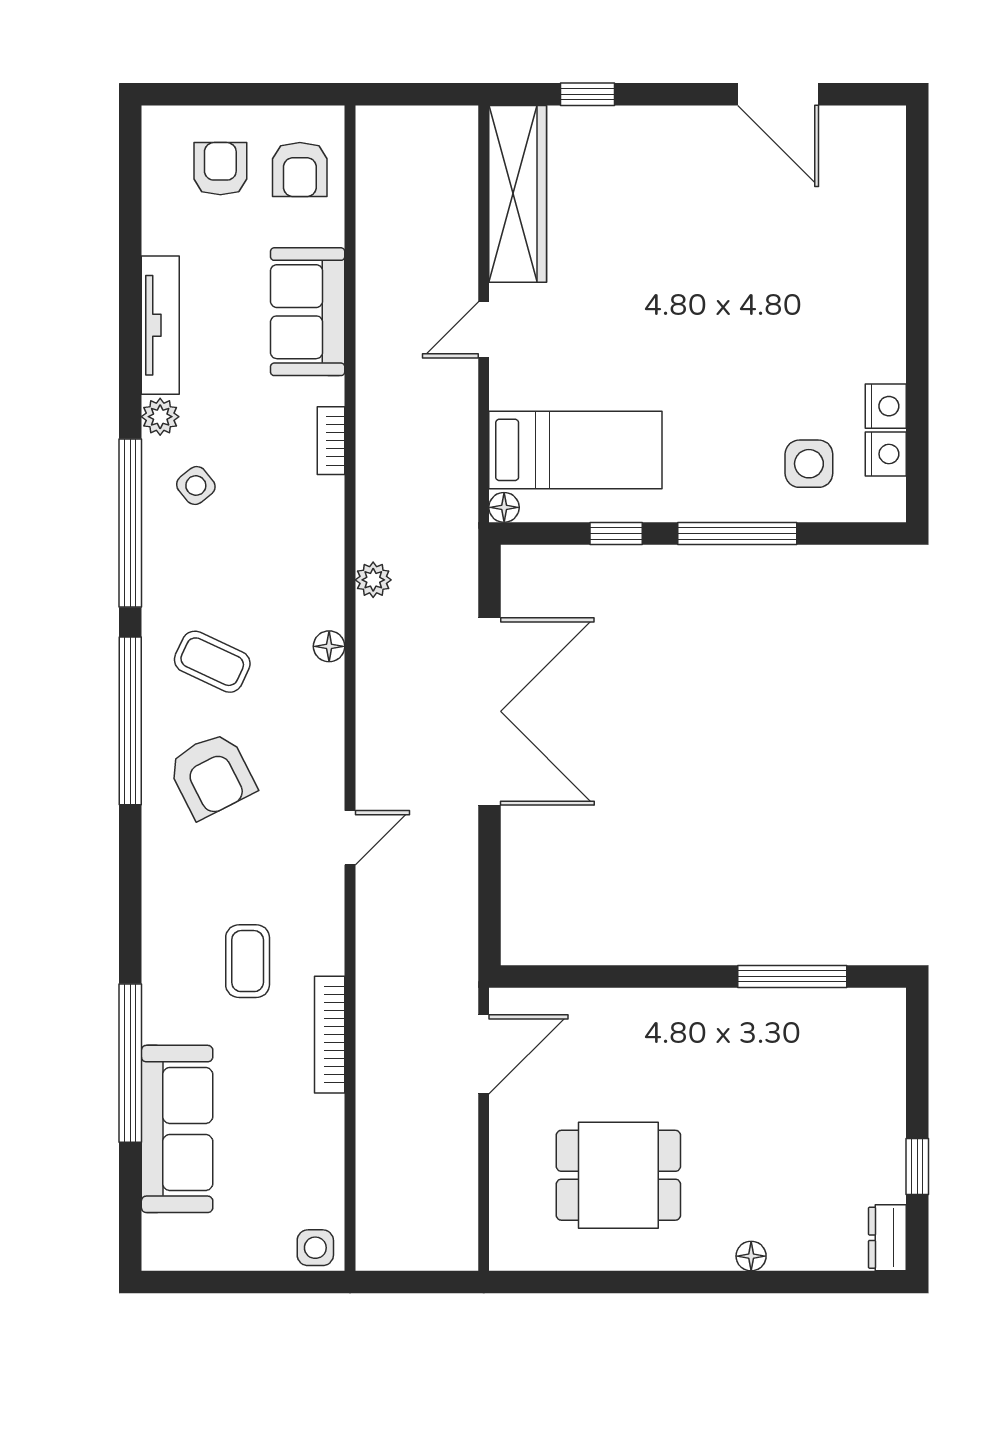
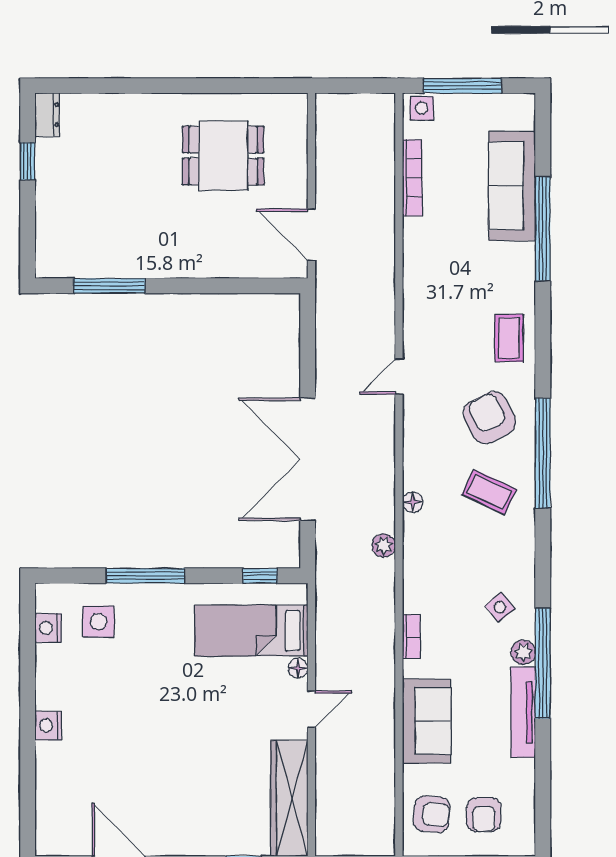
armchair: (300, 170) -> (432, 814), turned 95
nightstand: (886, 406) -> (48, 726), moved
floor lamp: (504, 507) -> (298, 668), moved
window: (130, 523) -> (543, 663), moved
window: (616, 534) -> (260, 576), moved
coffee table: (248, 961) -> (509, 338), moved
bookcase: (330, 1035) -> (412, 178), moved
door: (484, 1054) -> (311, 235), hinge flipped
floor lamp: (751, 1256) -> (136, 103), removed
window: (253, 1282) -> (462, 86), added

